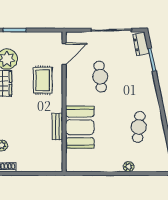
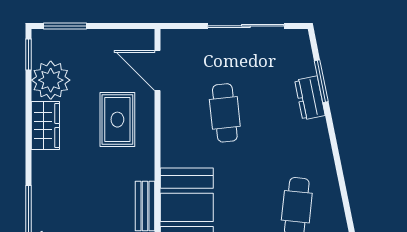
dresser: (141, 44) -> (310, 98), moved
door: (64, 54) -> (157, 71), swing flipped

